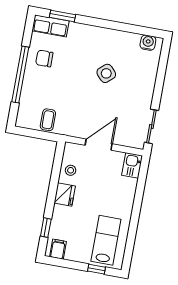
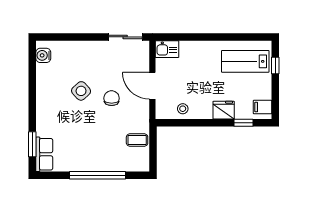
chair: (44, 58) -> (112, 98), moved, turned 180
fridge: (65, 195) -> (224, 110), moved

